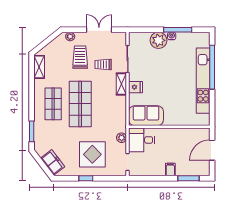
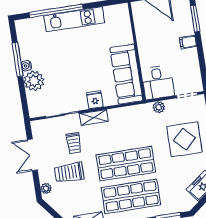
kitchen unit: (203, 81) -> (74, 19), width x0.73
shop shelf: (53, 104) -> (131, 196), width x1.43, depth x1.36
sofa: (146, 116) -> (126, 74), width x1.36

